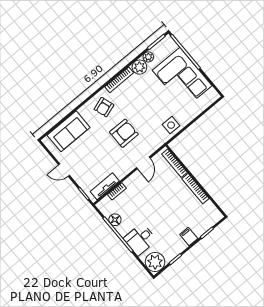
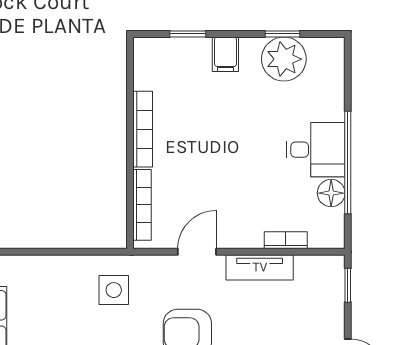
side table: (171, 125) -> (114, 290), moved
tv unit: (105, 186) -> (260, 267), moved
desk: (140, 239) -> (316, 150), moved
plant: (155, 262) -> (284, 59), moved

